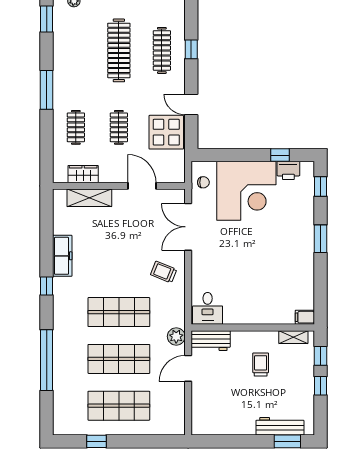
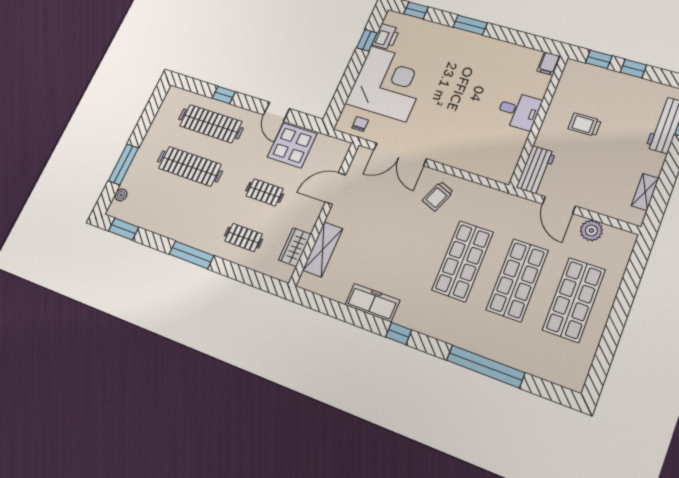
clothes rail: (162, 50) -> (211, 124), width x1.37, depth x1.31
door: (191, 105) -> (277, 112), hinge flipped
desk: (208, 308) -> (519, 111), moved
plant: (176, 336) -> (591, 230), moved
shelving: (293, 337) -> (645, 192), moved
window: (96, 441) -> (609, 342), removed

